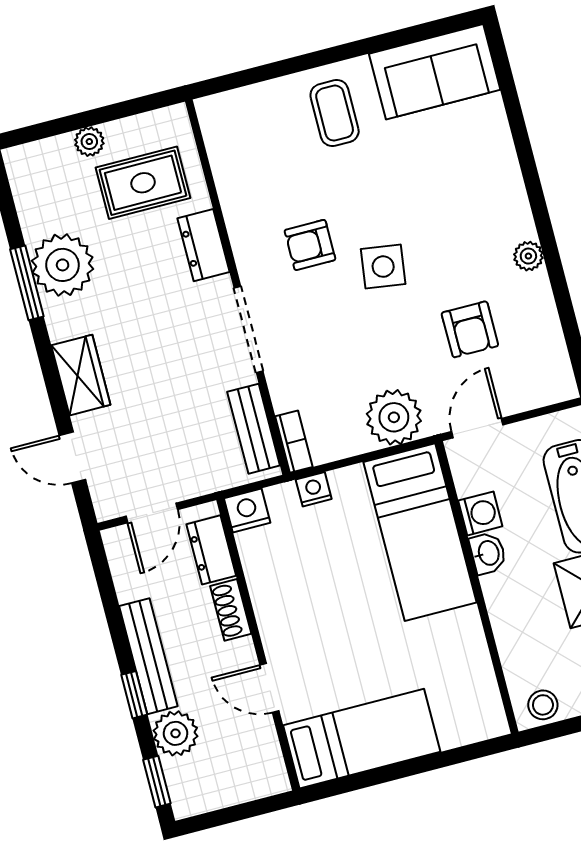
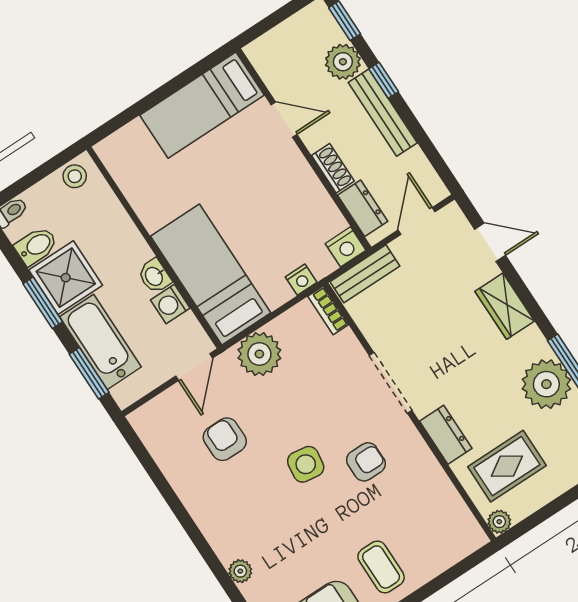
plant: (89, 142) -> (499, 522), moved
plant: (528, 256) -> (240, 571), moved
bench: (254, 429) -> (365, 274), moved, turned 90

